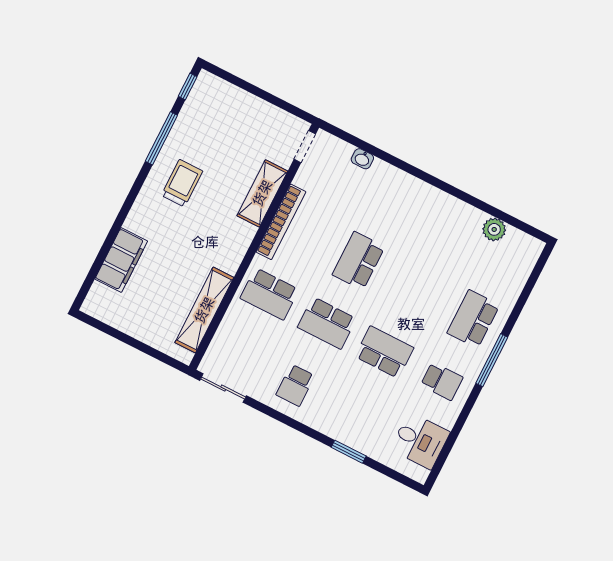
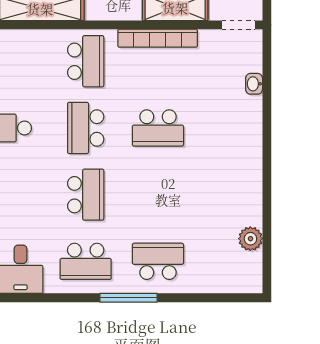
school desk: (358, 261) -> (158, 128), turned 180
school desk: (269, 294) -> (86, 61), turned 180
school desk: (442, 381) -> (86, 261), width x1.85

